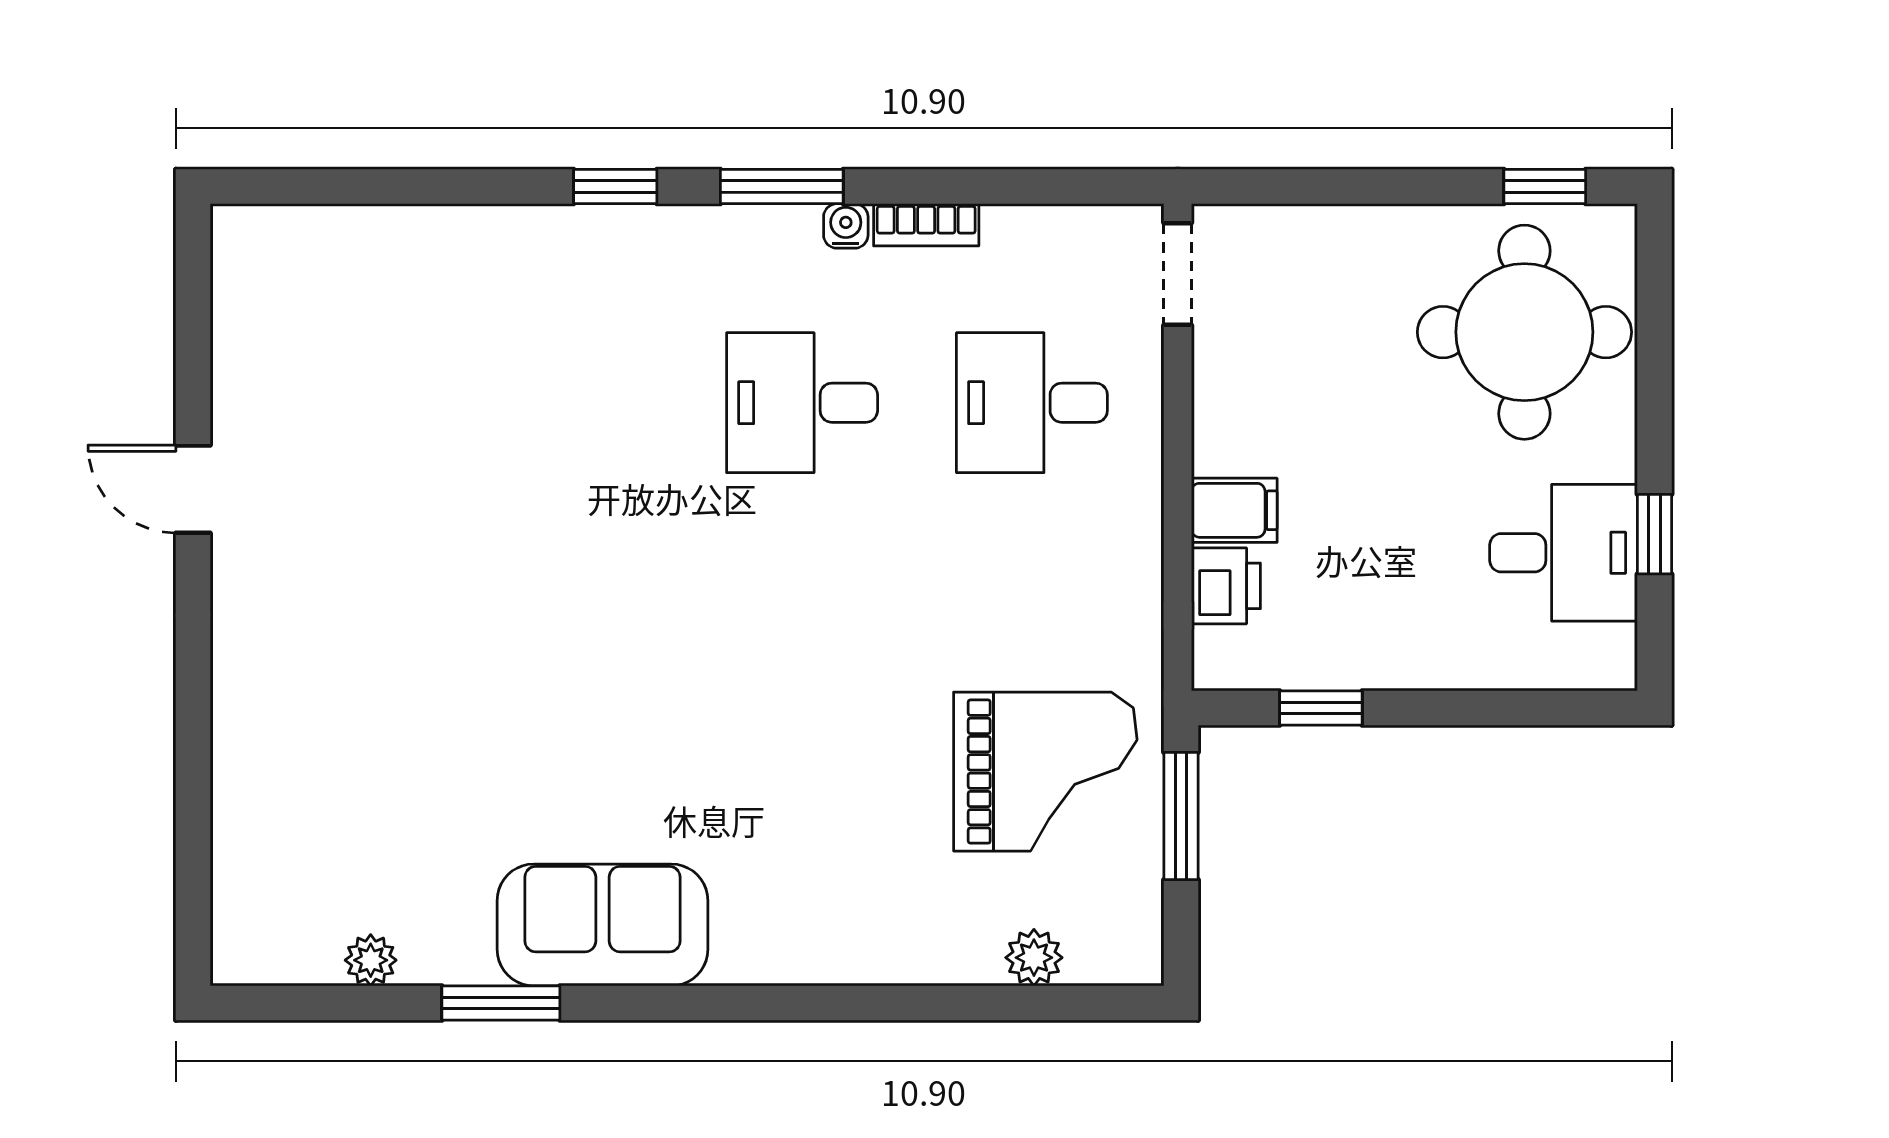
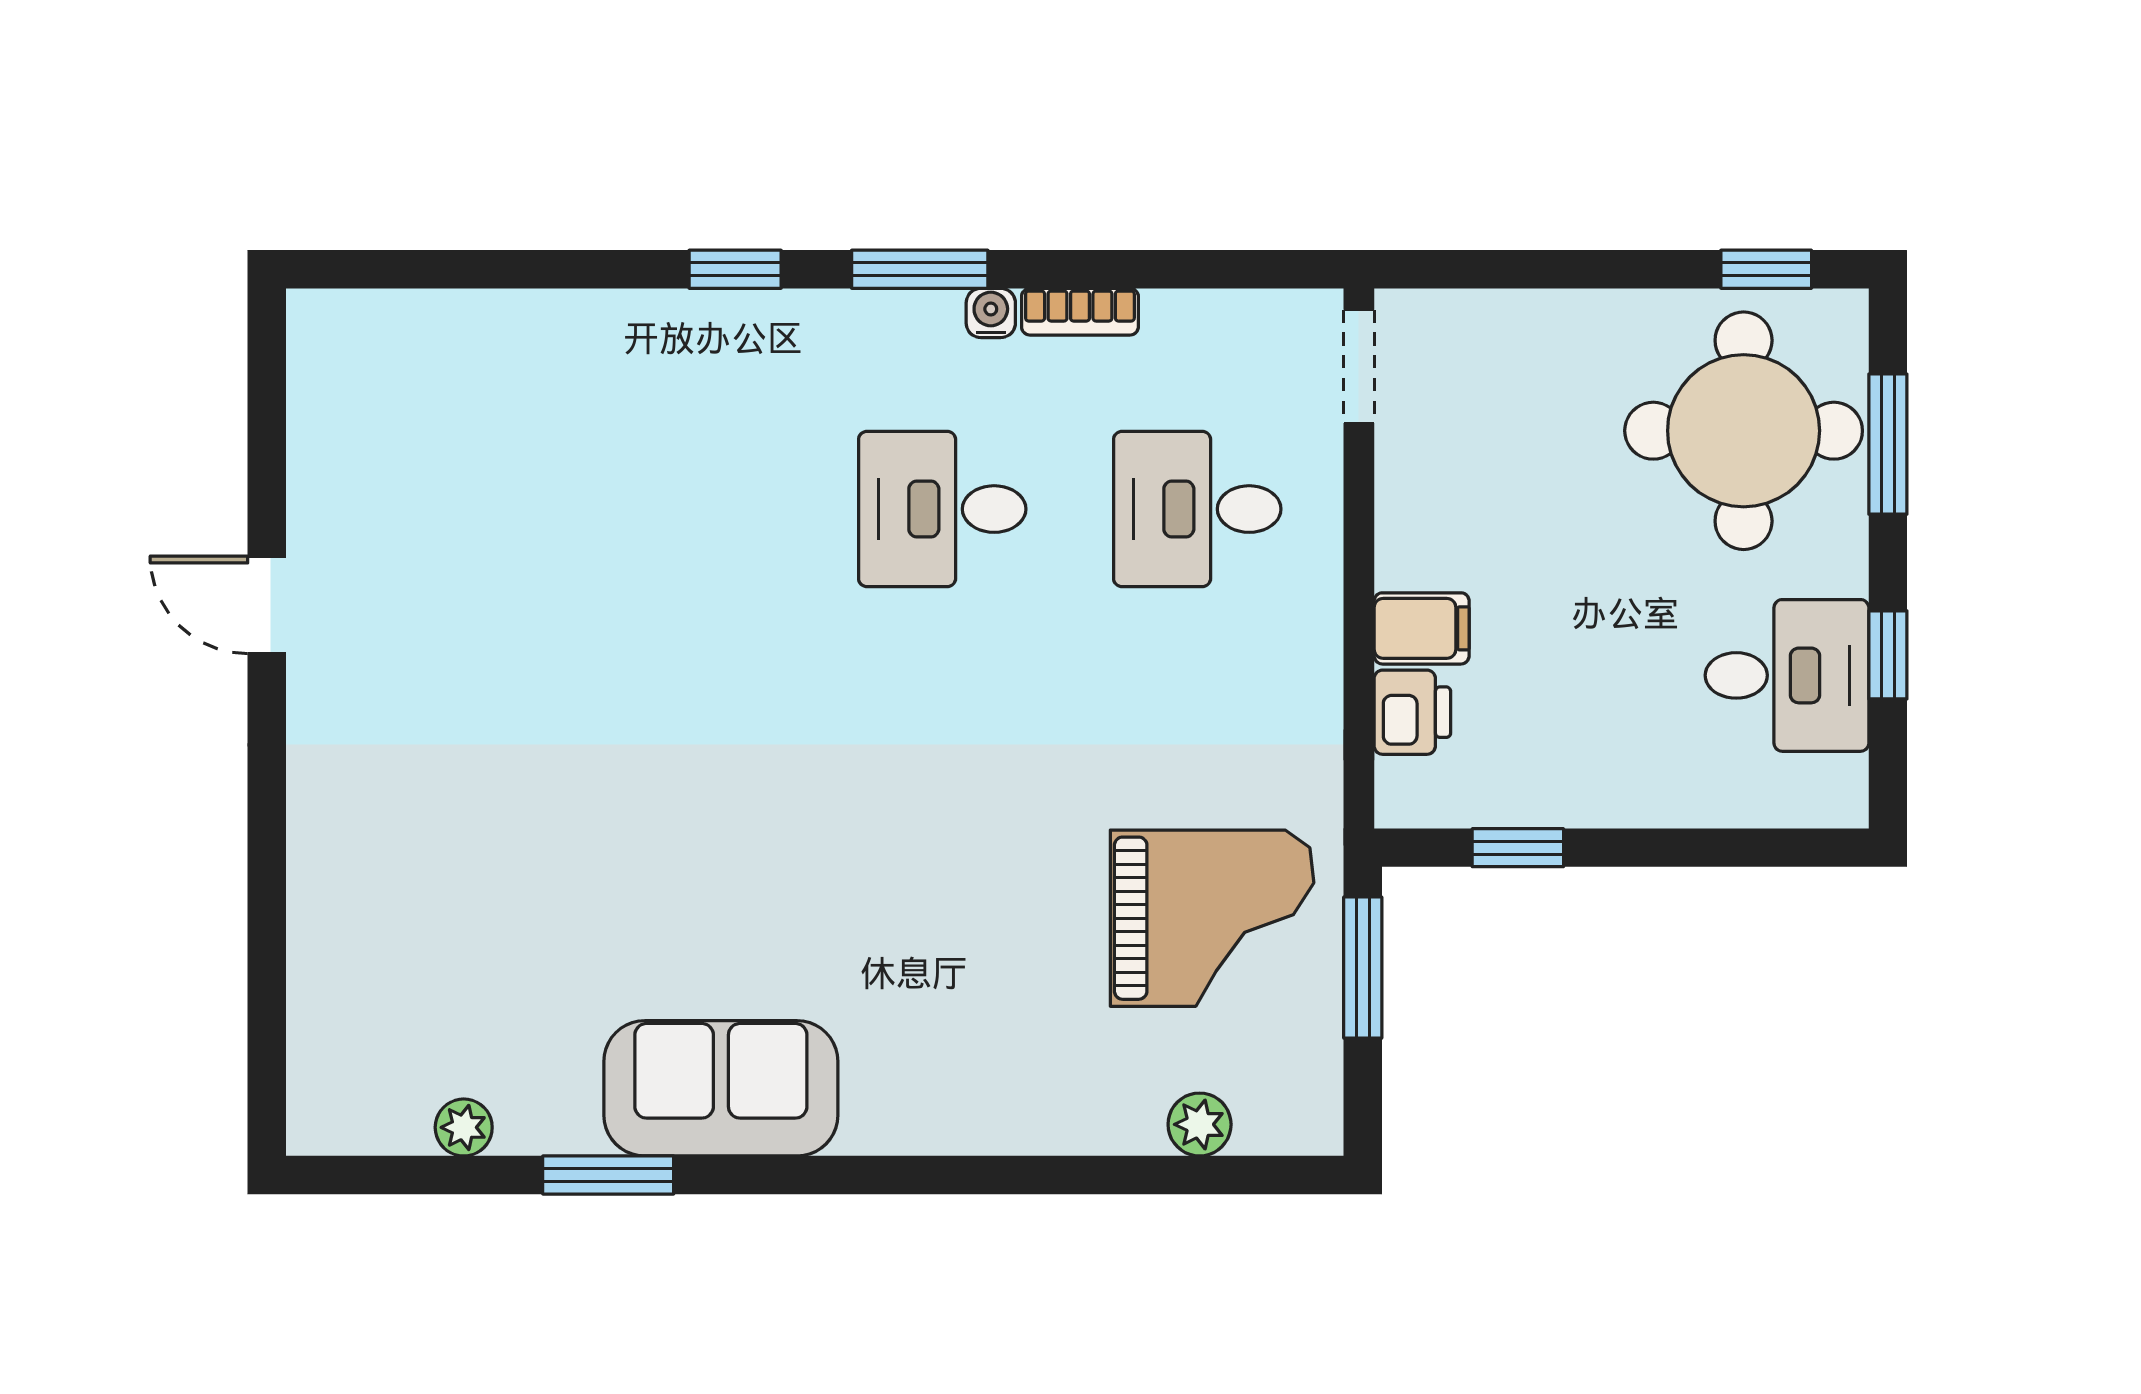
window: (1654, 344) -> (1888, 444), added

